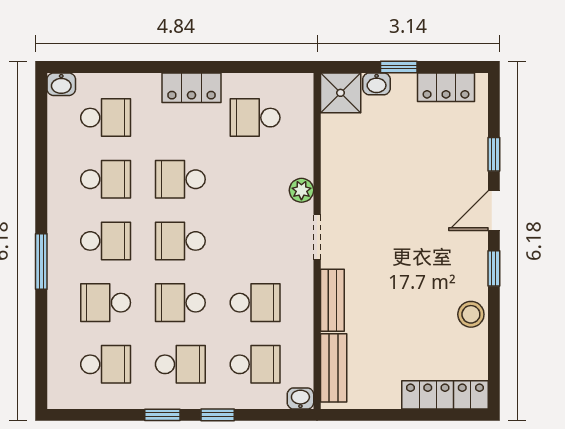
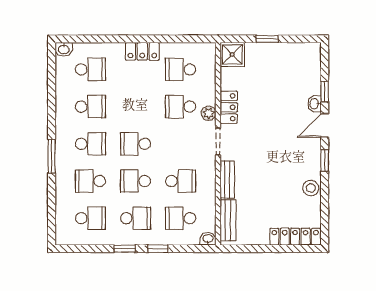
washbasin: (377, 84) -> (314, 104), moved, turned 90
locker: (446, 87) -> (229, 107), moved, turned -90
school desk: (180, 179) -> (181, 107), moved
school desk: (255, 364) -> (181, 218), turned 180

